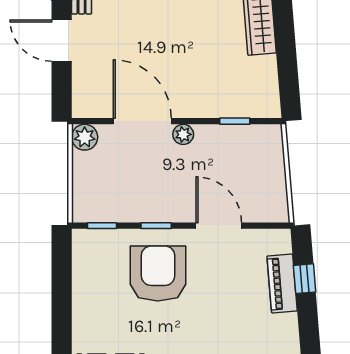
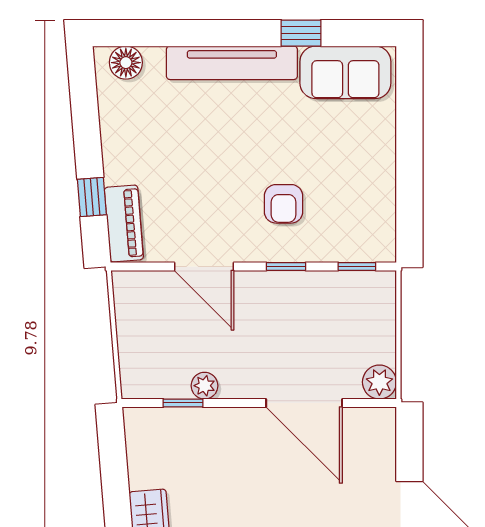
plant: (183, 134) -> (205, 386), moved
armchair: (158, 273) -> (284, 204), width x0.53, depth x0.53
piano: (282, 284) -> (124, 223), moved

